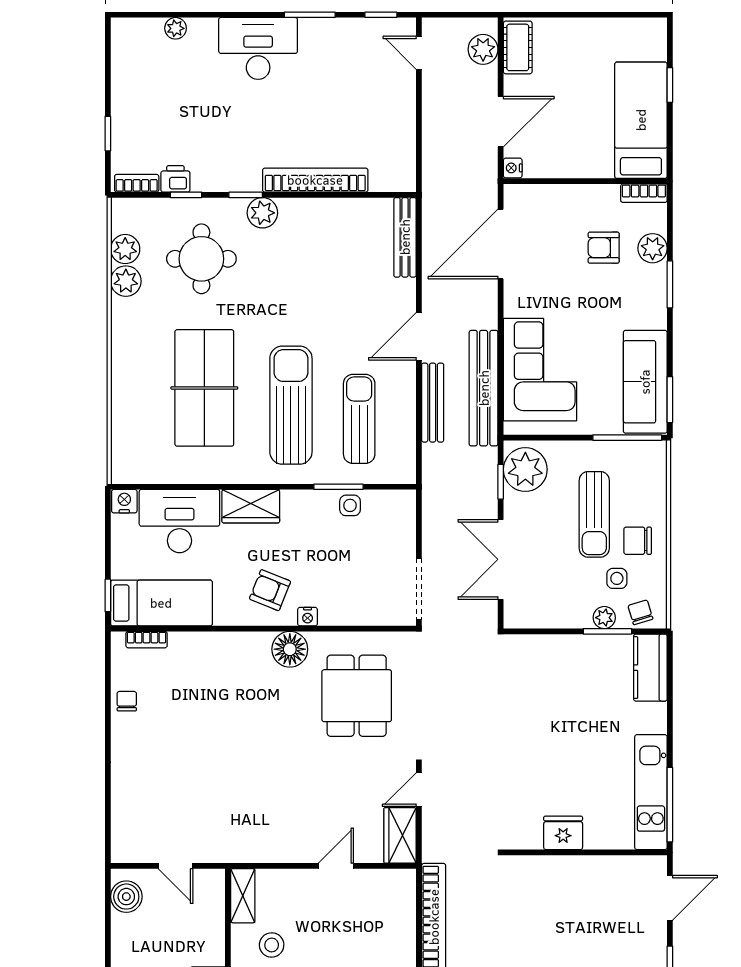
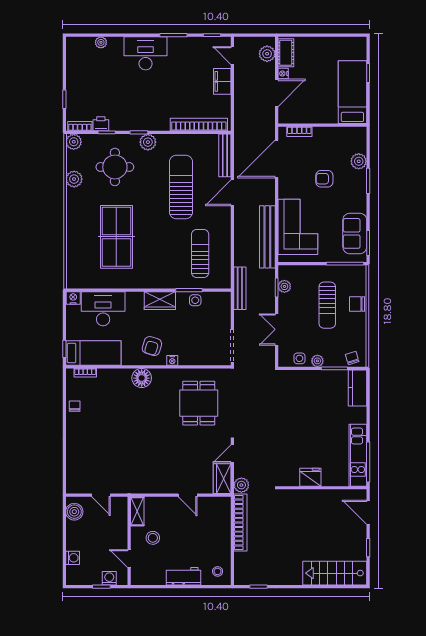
filing cabinet: (400, 100) -> (222, 81), added
nightstand: (513, 168) -> (283, 73), moved
bookcase: (315, 180) -> (199, 124), moved
bookcase: (644, 193) -> (299, 132), moved
armchair: (604, 248) -> (324, 179), moved
plant: (125, 249) -> (74, 142), moved
door: (419, 336) -> (232, 193), moved
sofa: (645, 382) -> (355, 233), width x0.73
bench: (433, 403) -> (240, 288), moved
sun lounger: (291, 405) -> (181, 187), moved
plant: (525, 470) -> (284, 286), width x0.53, depth x0.53
wardrobe: (251, 506) -> (160, 301), moved
chair: (638, 541) -> (357, 304), moved
double door: (501, 559) -> (277, 329), width x0.73
side table: (617, 578) -> (299, 358), moved
armchair: (270, 590) -> (152, 346), turned -95
plant: (604, 618) -> (317, 361), moved
floor lamp: (290, 649) -> (142, 378), moved
plant: (436, 847) -> (241, 485), added
door: (336, 866) -> (188, 495), swing flipped
door: (670, 898) -> (368, 512), swing flipped

